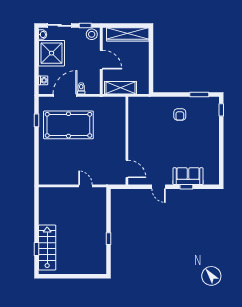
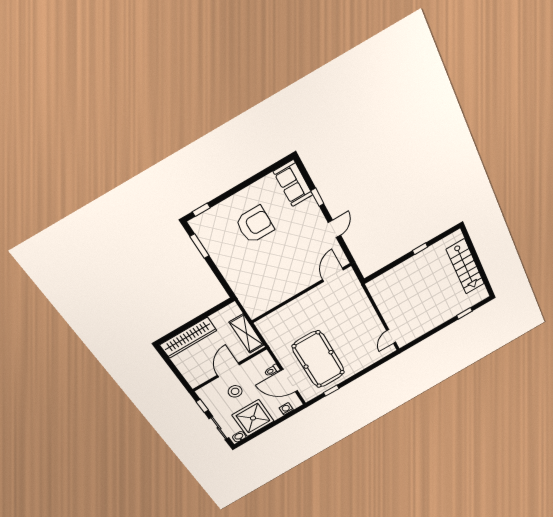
stool: (92, 34) -> (235, 391), moved
wardrobe: (128, 34) -> (188, 338), moved, turned 90
armchair: (180, 114) -> (255, 225), moved, width x1.88, depth x1.88
sofa: (188, 176) -> (293, 183), moved
door: (85, 186) -> (391, 336), moved
stairs: (47, 248) -> (465, 267), moved, turned -90

